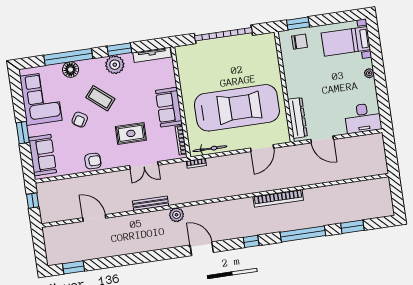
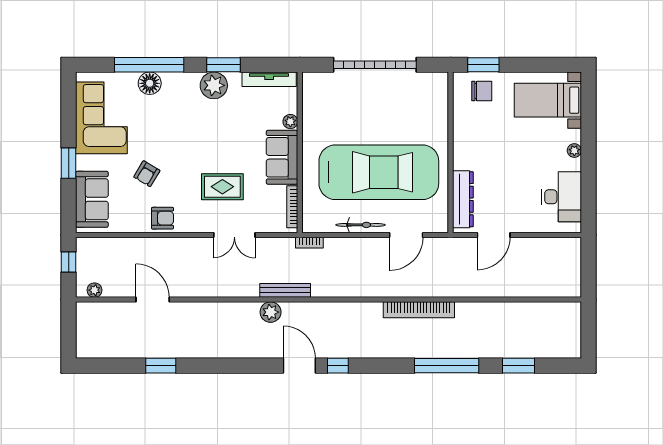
plant: (171, 82) -> (290, 122), added
coffee table: (100, 98) -> (186, 130), removed
desk: (363, 118) -> (562, 197), moved, turned -90
armchair: (80, 120) -> (147, 174), moved
door: (322, 139) -> (494, 235), hinge flipped
bicycle: (210, 149) -> (360, 225), moved
bench: (150, 203) -> (285, 290), moved
plant: (53, 217) -> (95, 290), added
window: (251, 241) -> (338, 366), moved
window: (73, 267) -> (161, 366), moved

